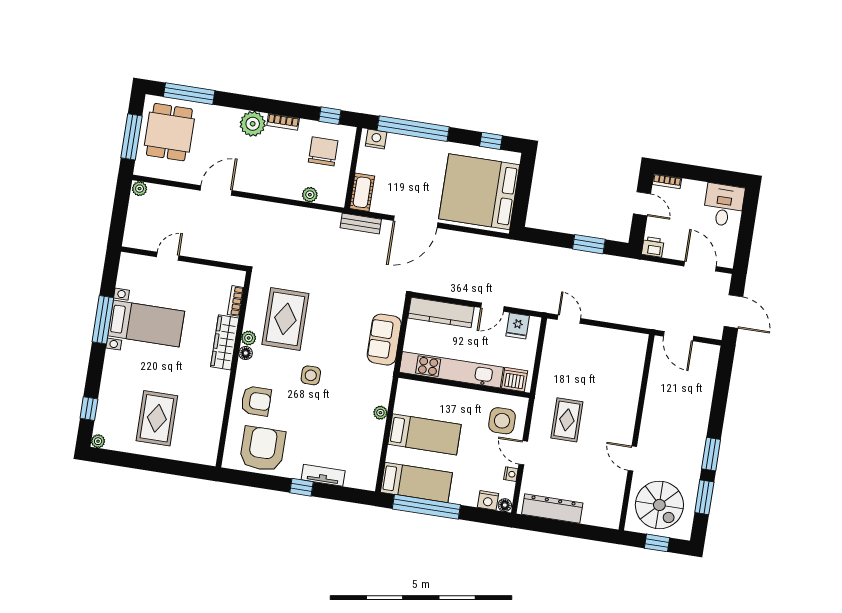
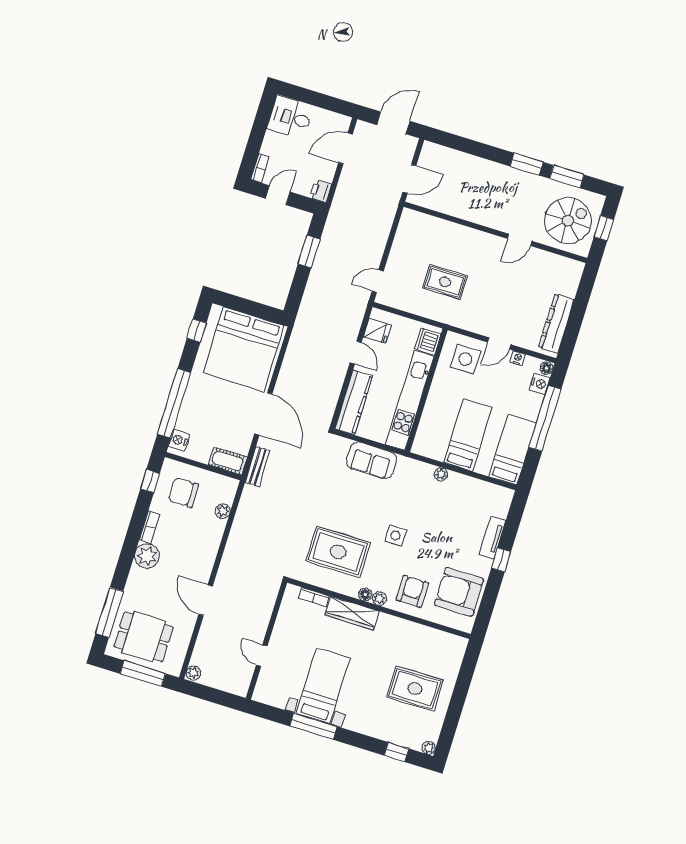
plant: (249, 338) -> (379, 598), moved
rug: (567, 420) -> (445, 282), moved
window: (426, 507) -> (545, 418), moved

